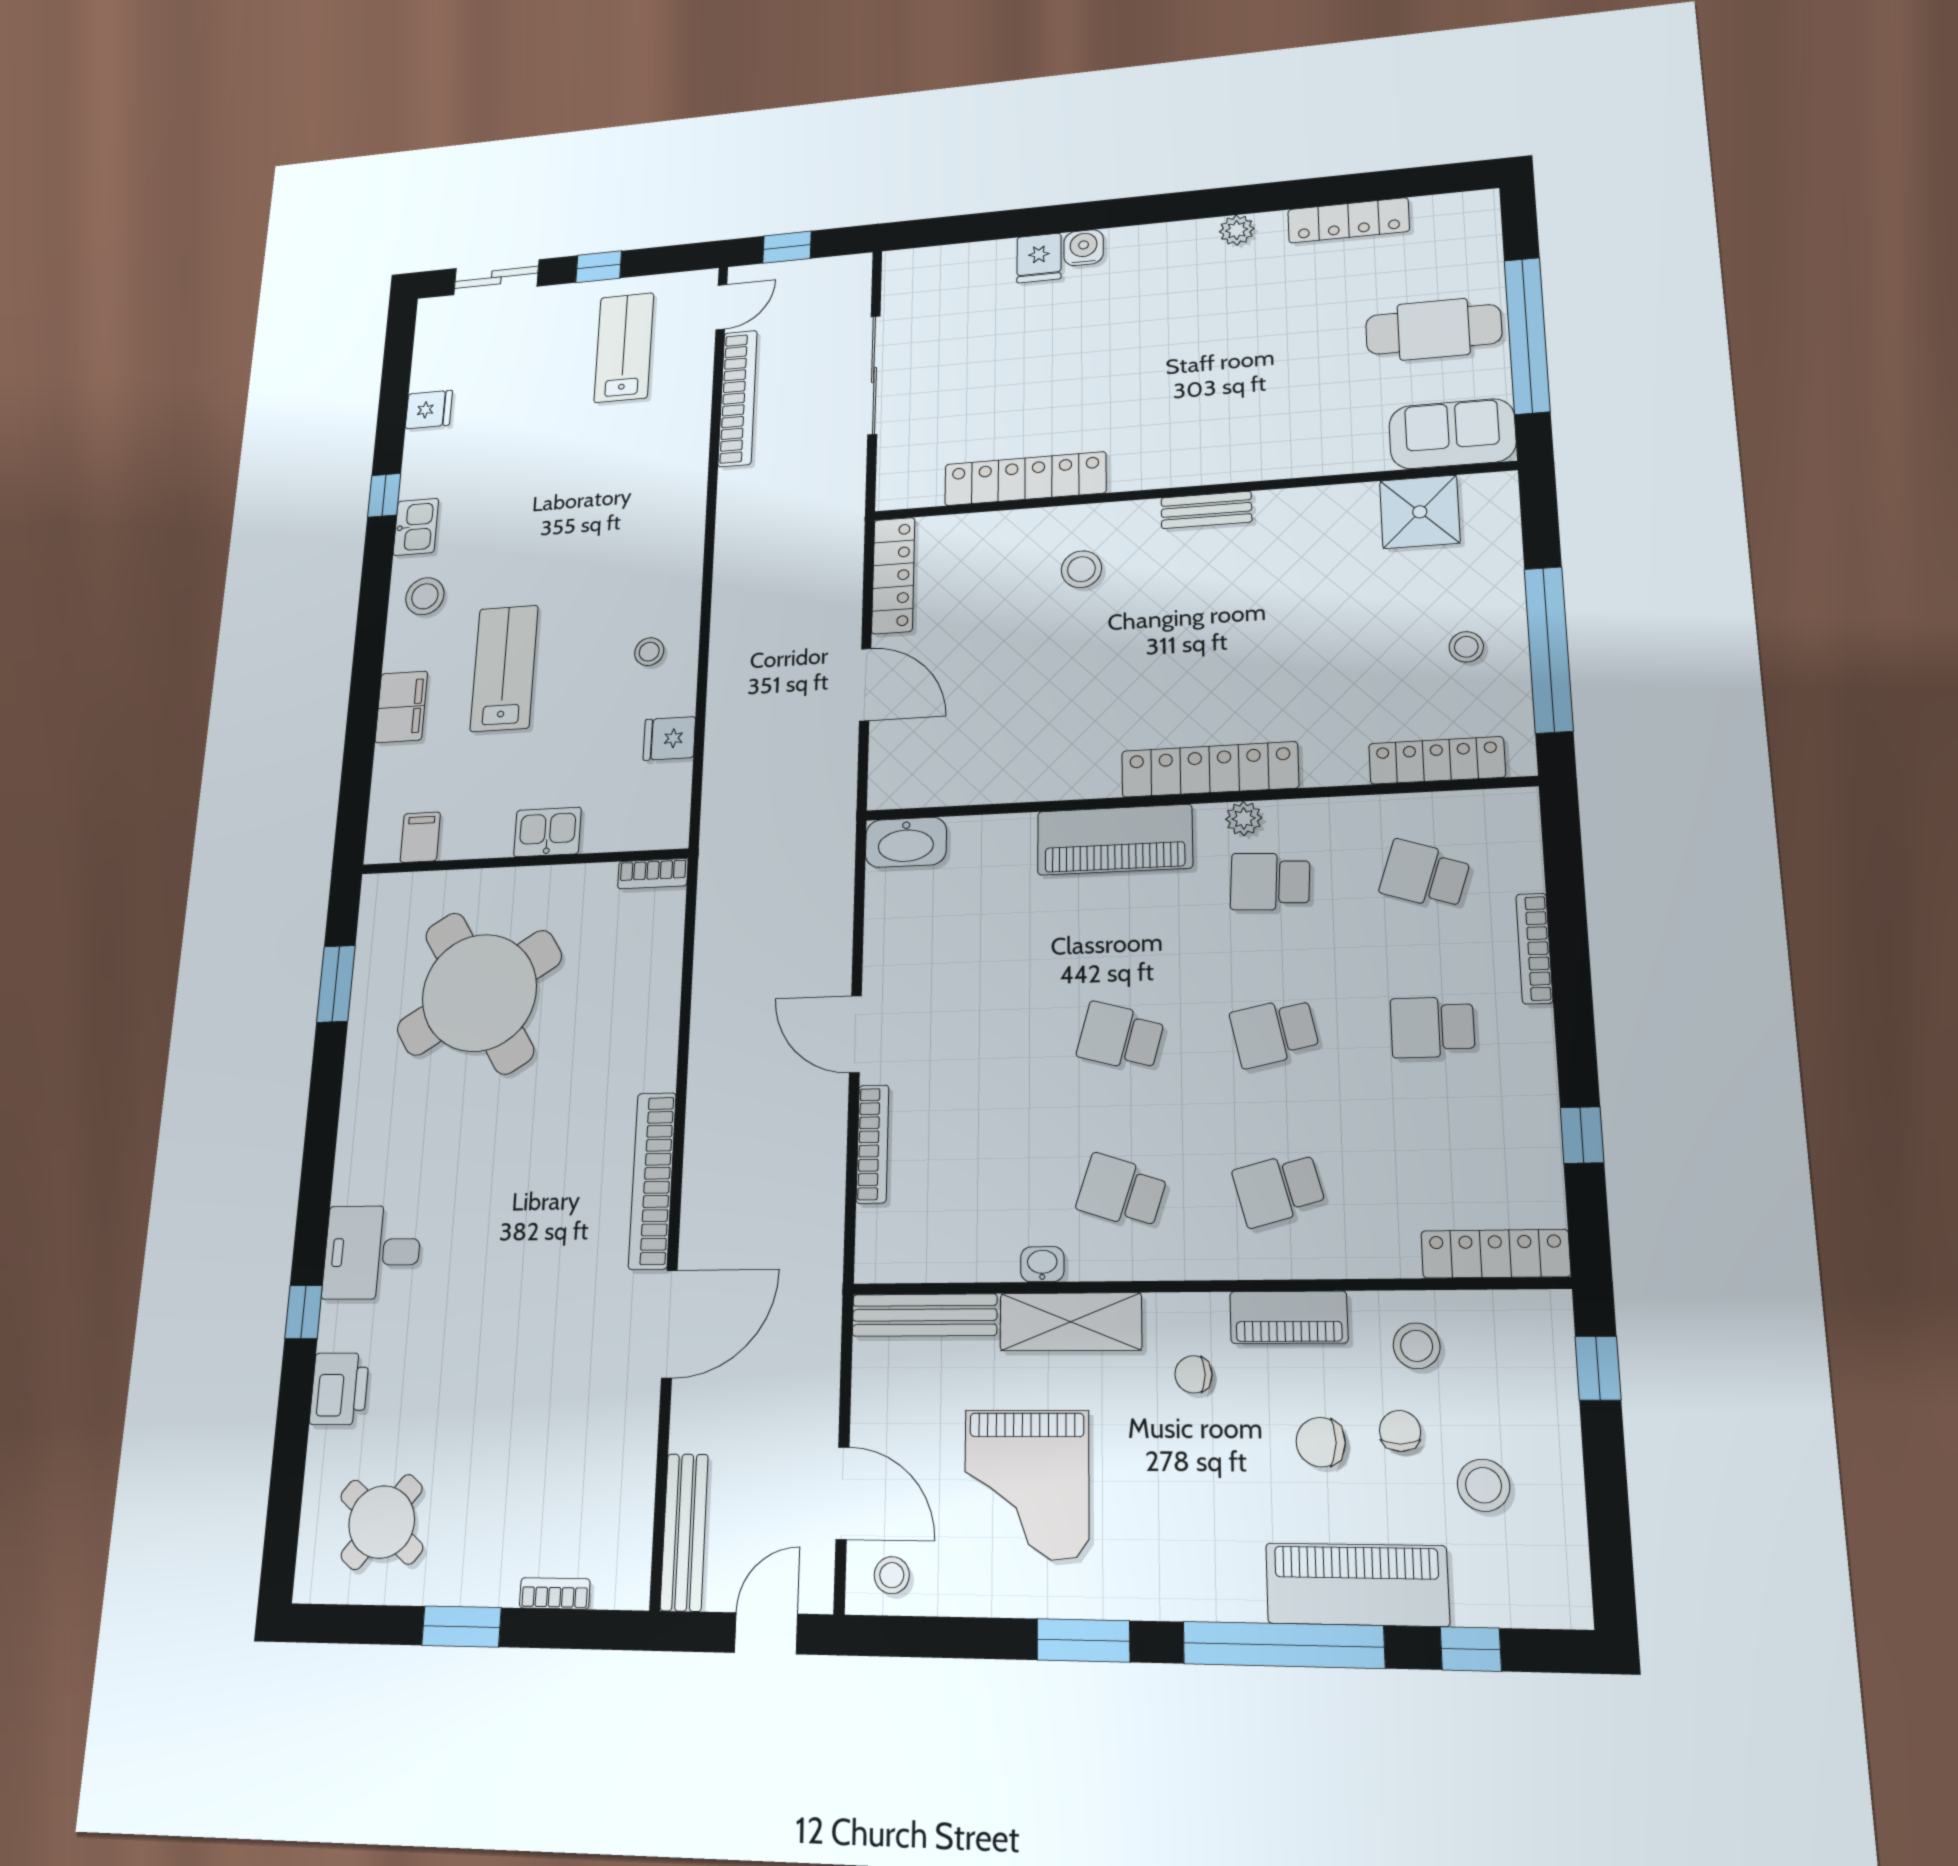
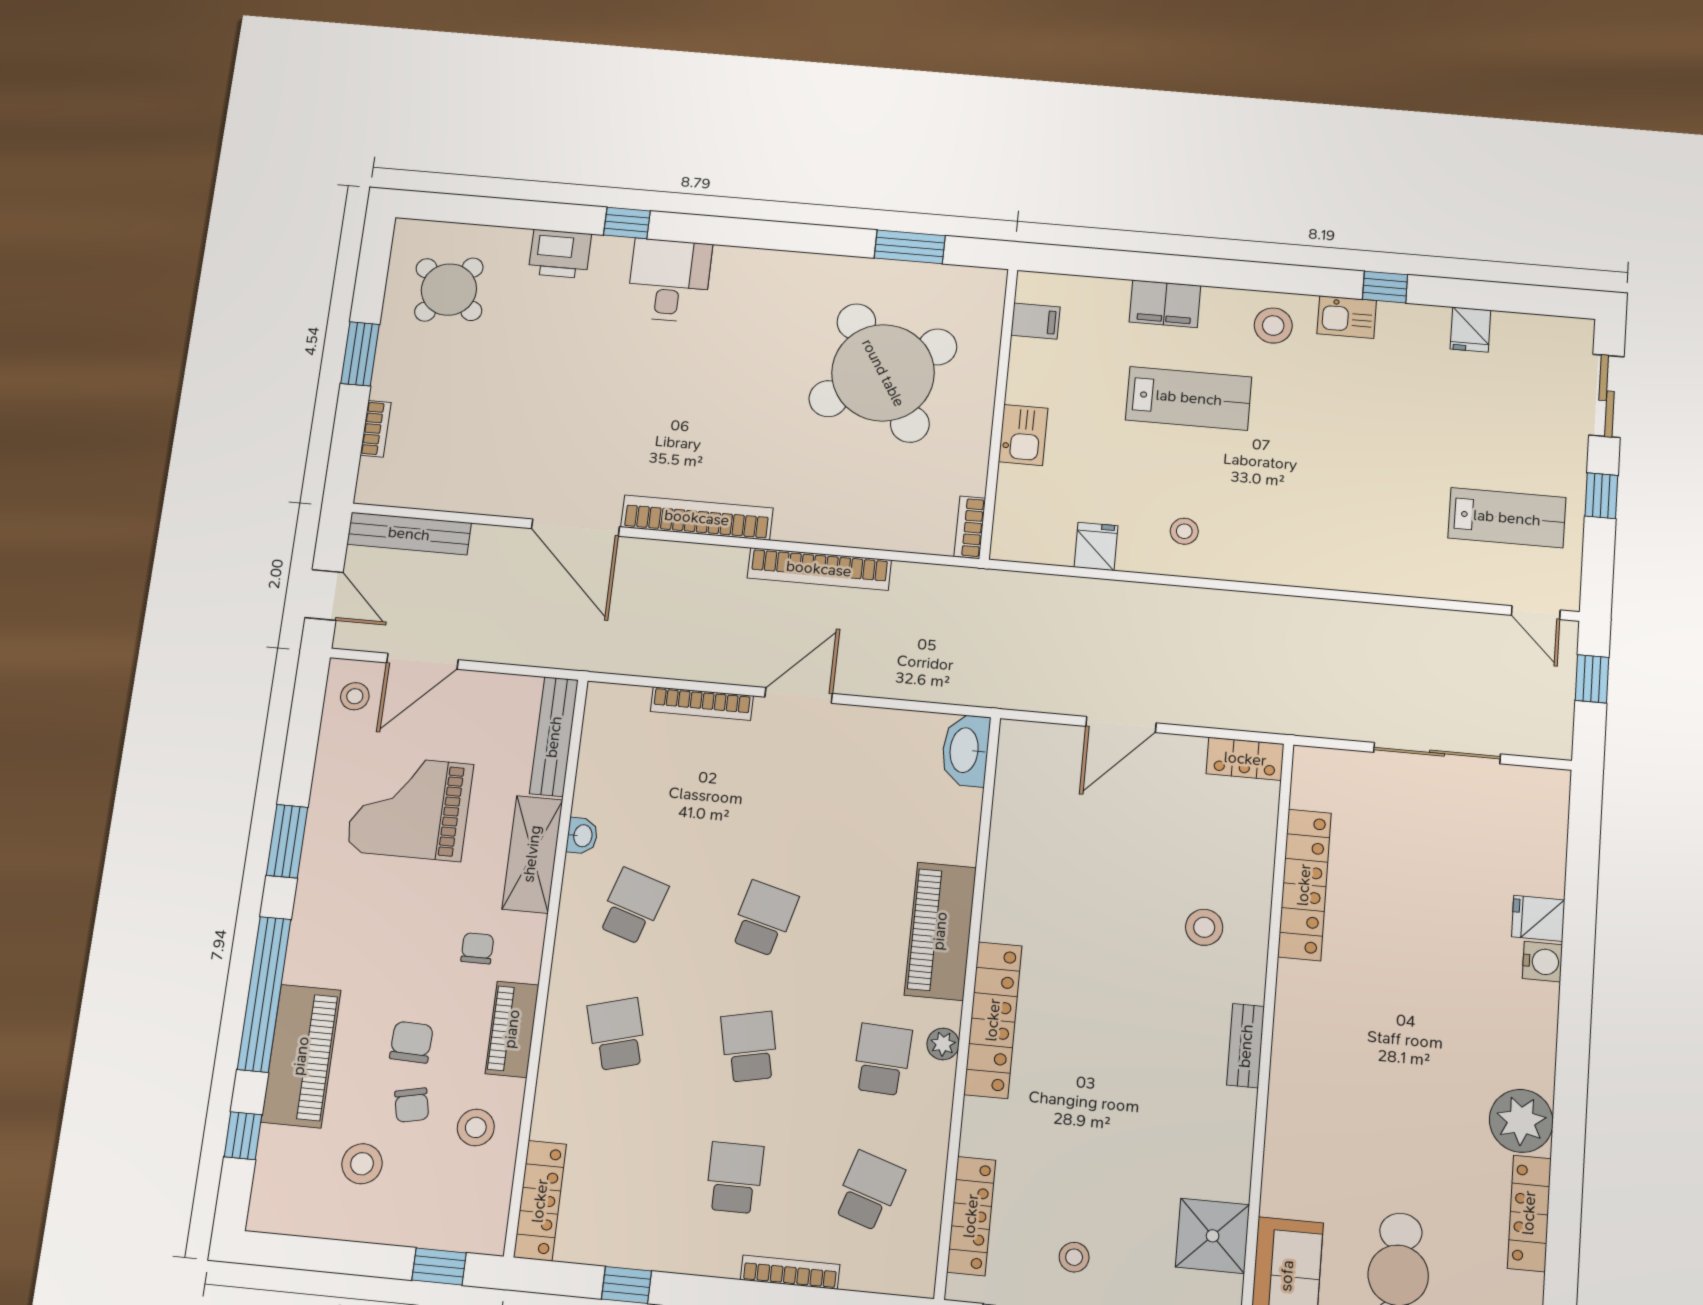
plant: (1237, 230) -> (1521, 1121), width x1.87, depth x1.87
bookcase: (738, 398) -> (819, 569), moved
locker: (893, 575) -> (1245, 759), width x0.66
chair: (1400, 1431) -> (412, 1105), turned 78

